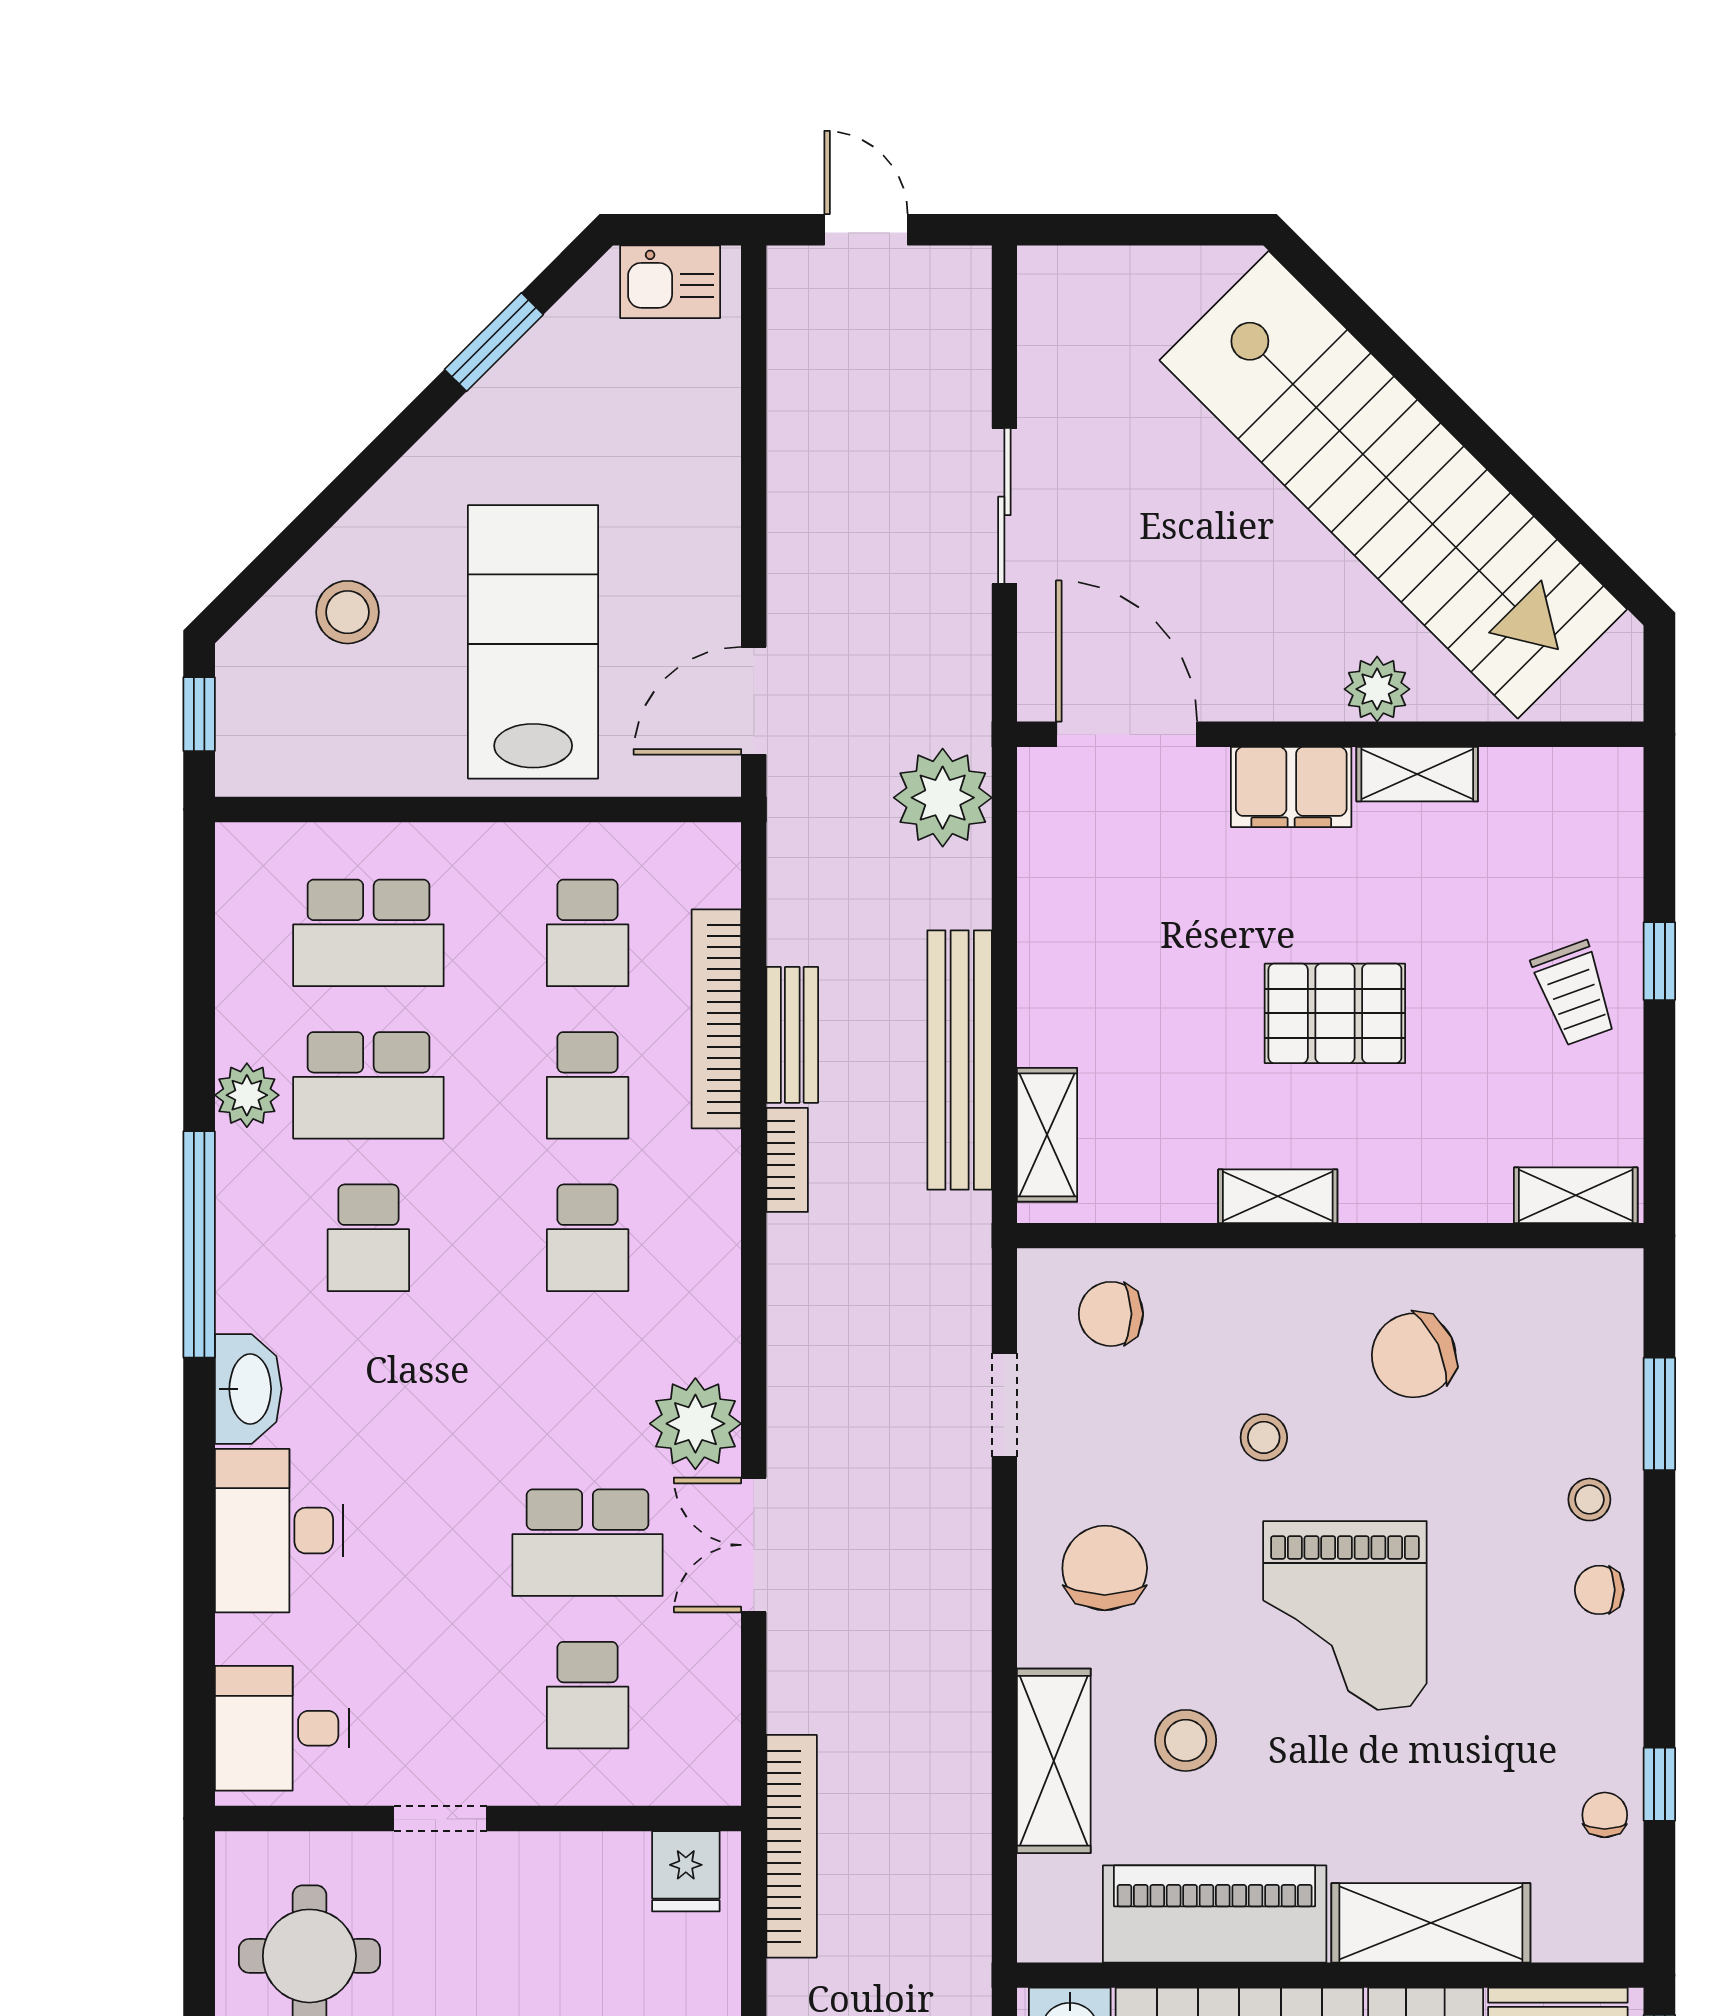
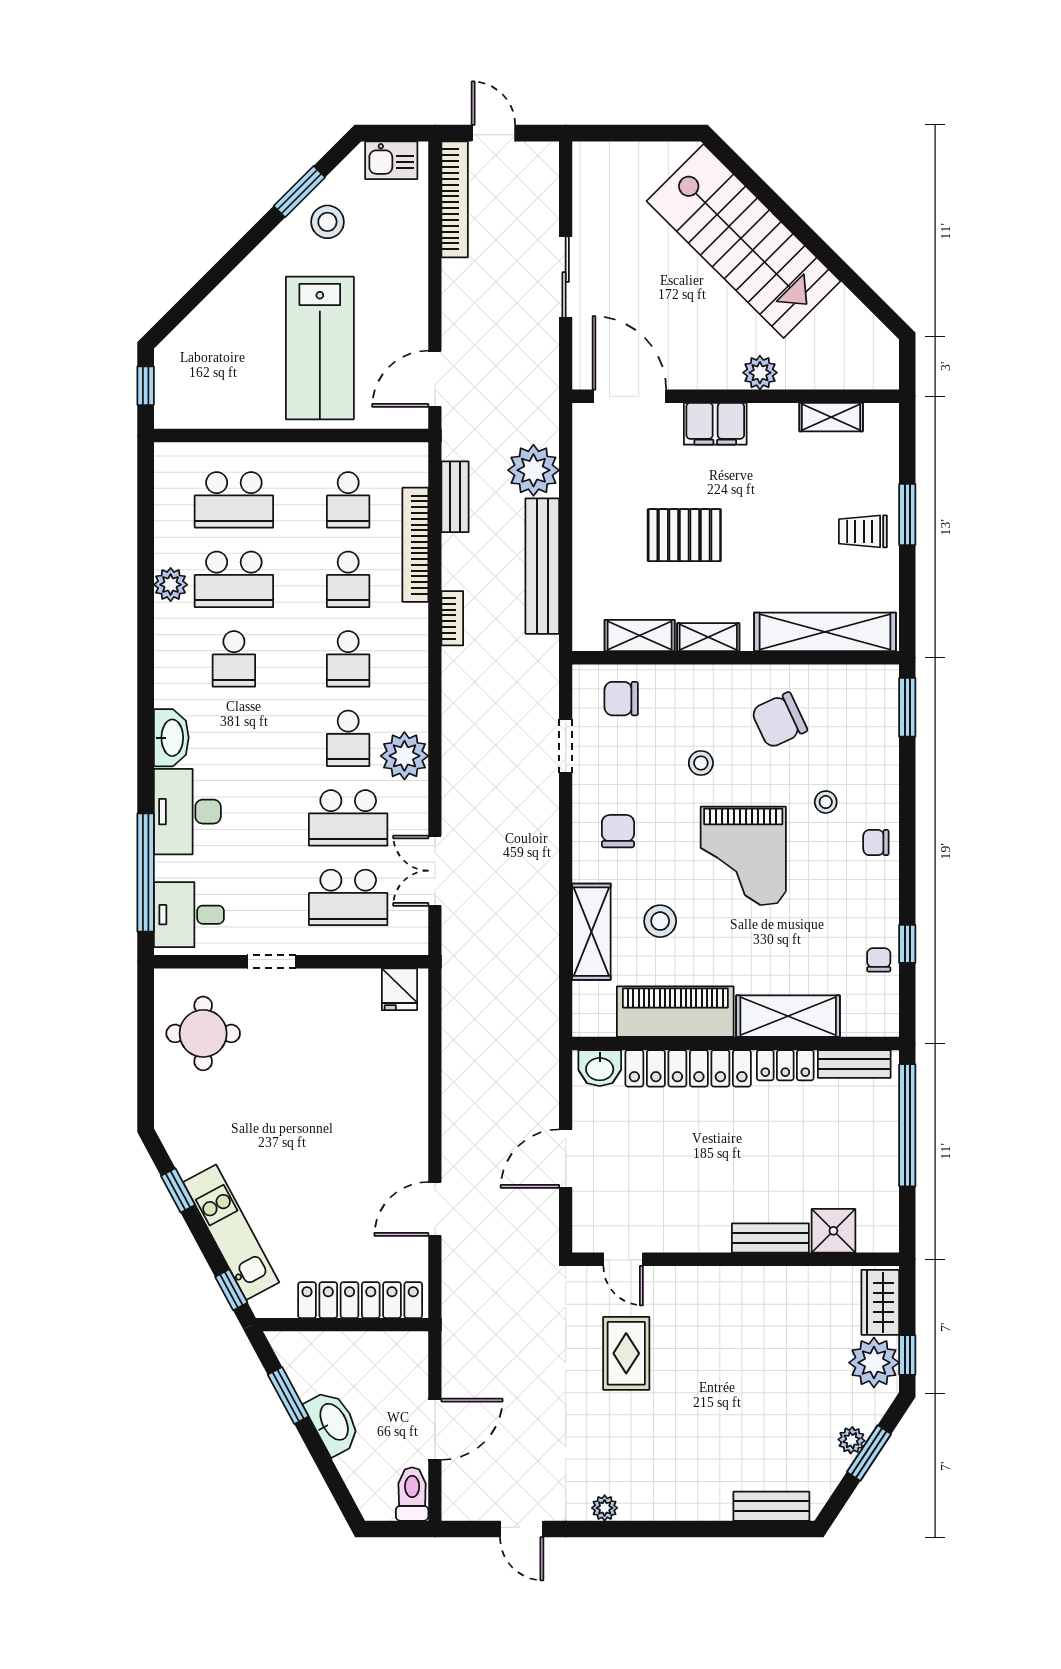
stairs: (1393, 485) -> (744, 241), width x0.73
stool: (347, 612) -> (327, 222), moved
lab bench: (533, 642) -> (320, 348), turned 180
shelving: (1417, 774) -> (831, 417), moved
plant: (943, 798) -> (533, 470), moved
window: (1659, 961) -> (907, 515), width x1.50
trolley: (1574, 993) -> (863, 531), turned 110
pallet: (1335, 1013) -> (684, 535), moved
bench: (792, 1035) -> (455, 497), moved
shelving: (1047, 1135) -> (640, 636), moved, turned 90
shelving: (1576, 1195) -> (825, 632), width x2.20, depth x1.33
window: (199, 1244) -> (146, 873), moved
school desk: (588, 1390) -> (348, 738), added
window: (1659, 1414) -> (907, 707), moved
stool: (1589, 1500) -> (826, 802), moved
double door: (754, 1545) -> (435, 871), moved
chair: (1105, 1568) -> (618, 831), width x0.73, depth x0.73
school desk: (588, 1695) -> (348, 897), width x1.85
bookcase: (792, 1846) -> (455, 199), moved

